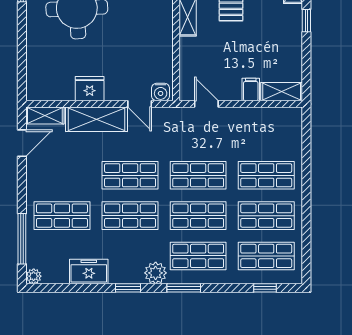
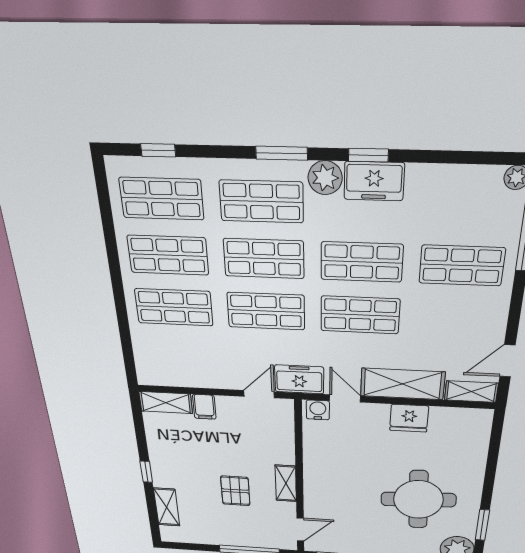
door: (206, 104) -> (259, 394), swing flipped
freezer: (175, 119) -> (299, 379), added
freezer: (89, 272) -> (374, 181), moved

